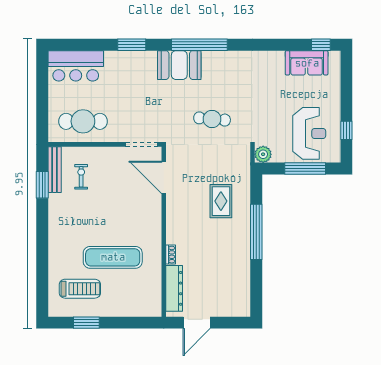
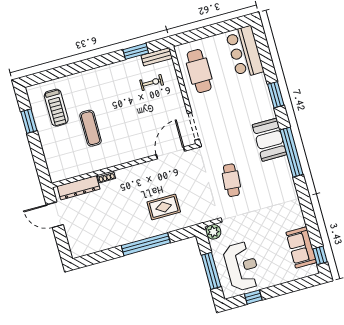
reception desk: (309, 133) -> (242, 266), turned -90
bench: (55, 170) -> (157, 57), width x0.73
exercise mat: (113, 257) -> (91, 128), width x0.73, depth x0.69

